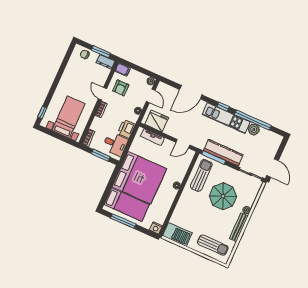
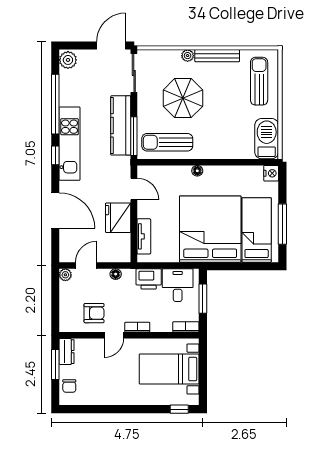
filing cabinet: (123, 70) -> (67, 322), removed
fridge: (157, 121) -> (118, 218), moved
plant: (254, 129) -> (68, 60), moved

